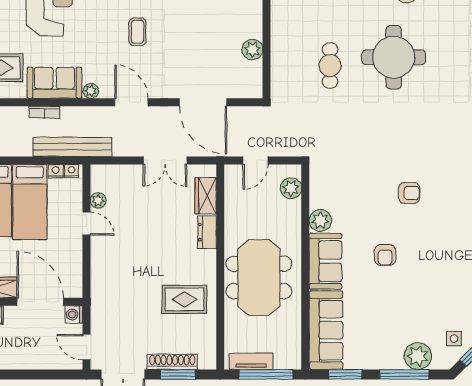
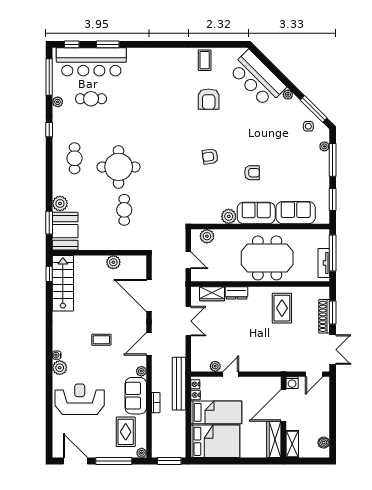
cafe table: (330, 66) -> (124, 210), turned 90
door: (203, 102) -> (149, 296), swing flipped
armchair: (409, 193) -> (210, 157), turned -98
sofa: (326, 330) -> (296, 213), width x0.73
plant: (418, 356) -> (324, 146), width x0.53, depth x0.53

